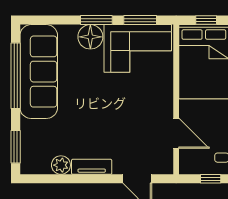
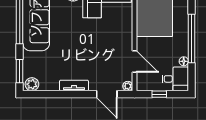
plant: (61, 165) -> (32, 84), moved
plant: (167, 168) -> (128, 86), added

